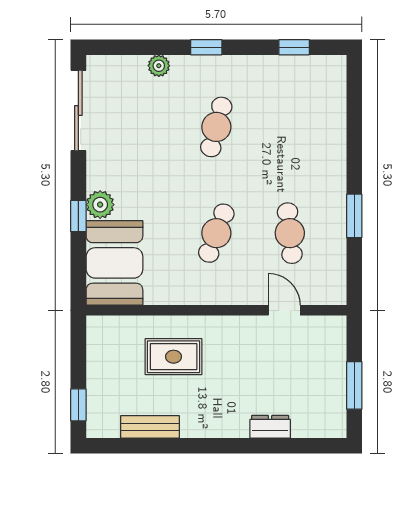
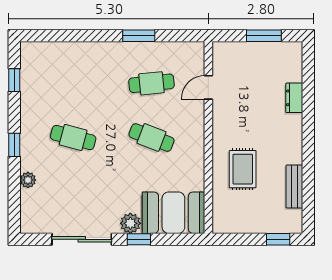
sliding door: (78, 110) -> (82, 239), moved

